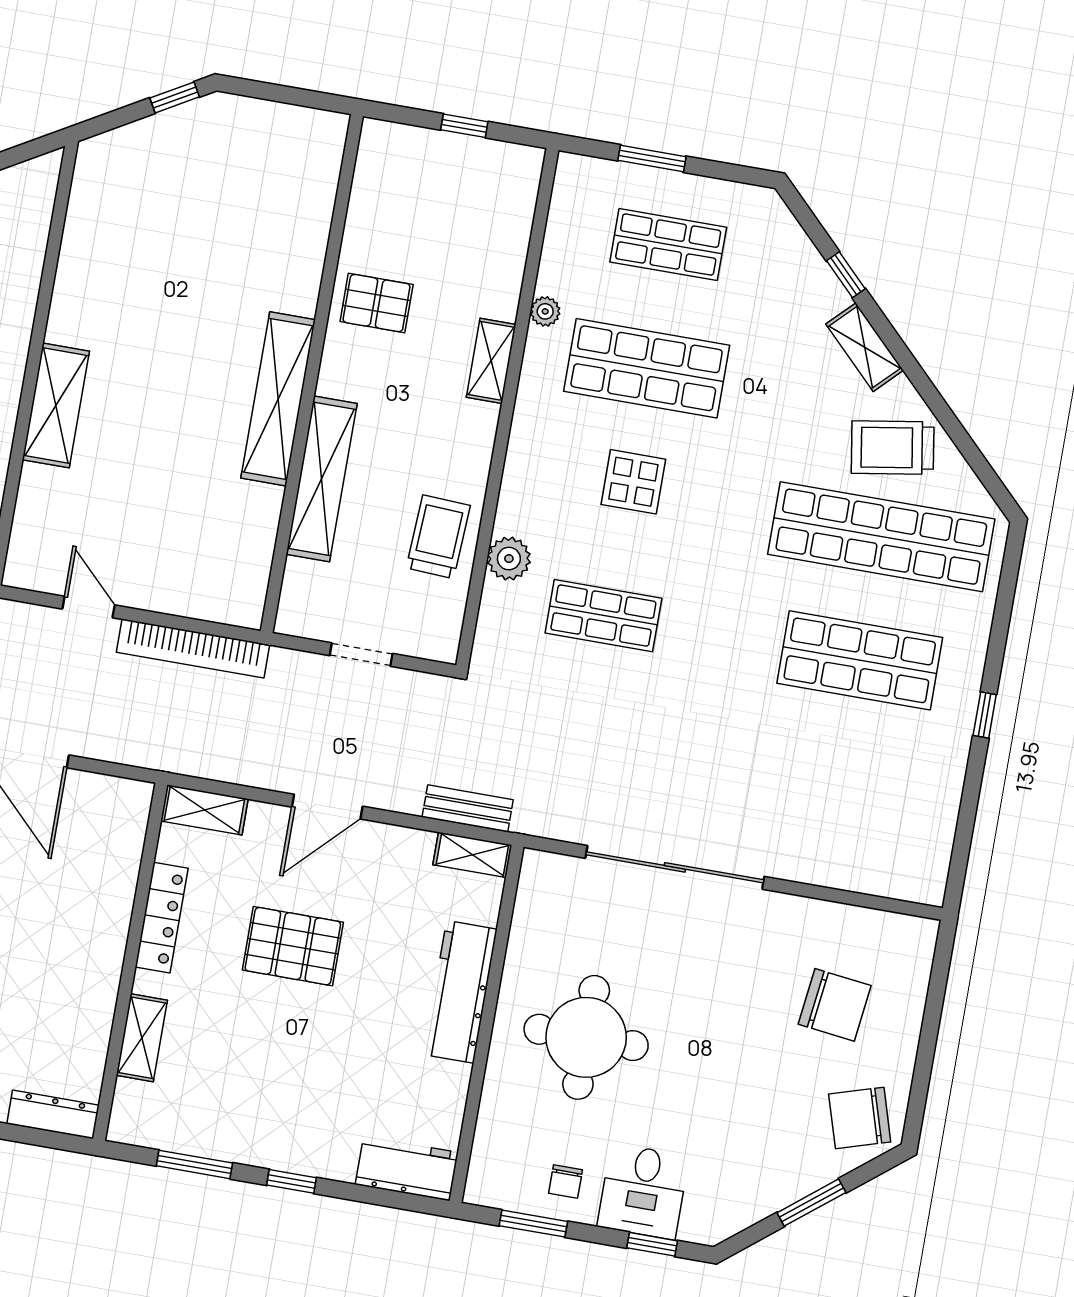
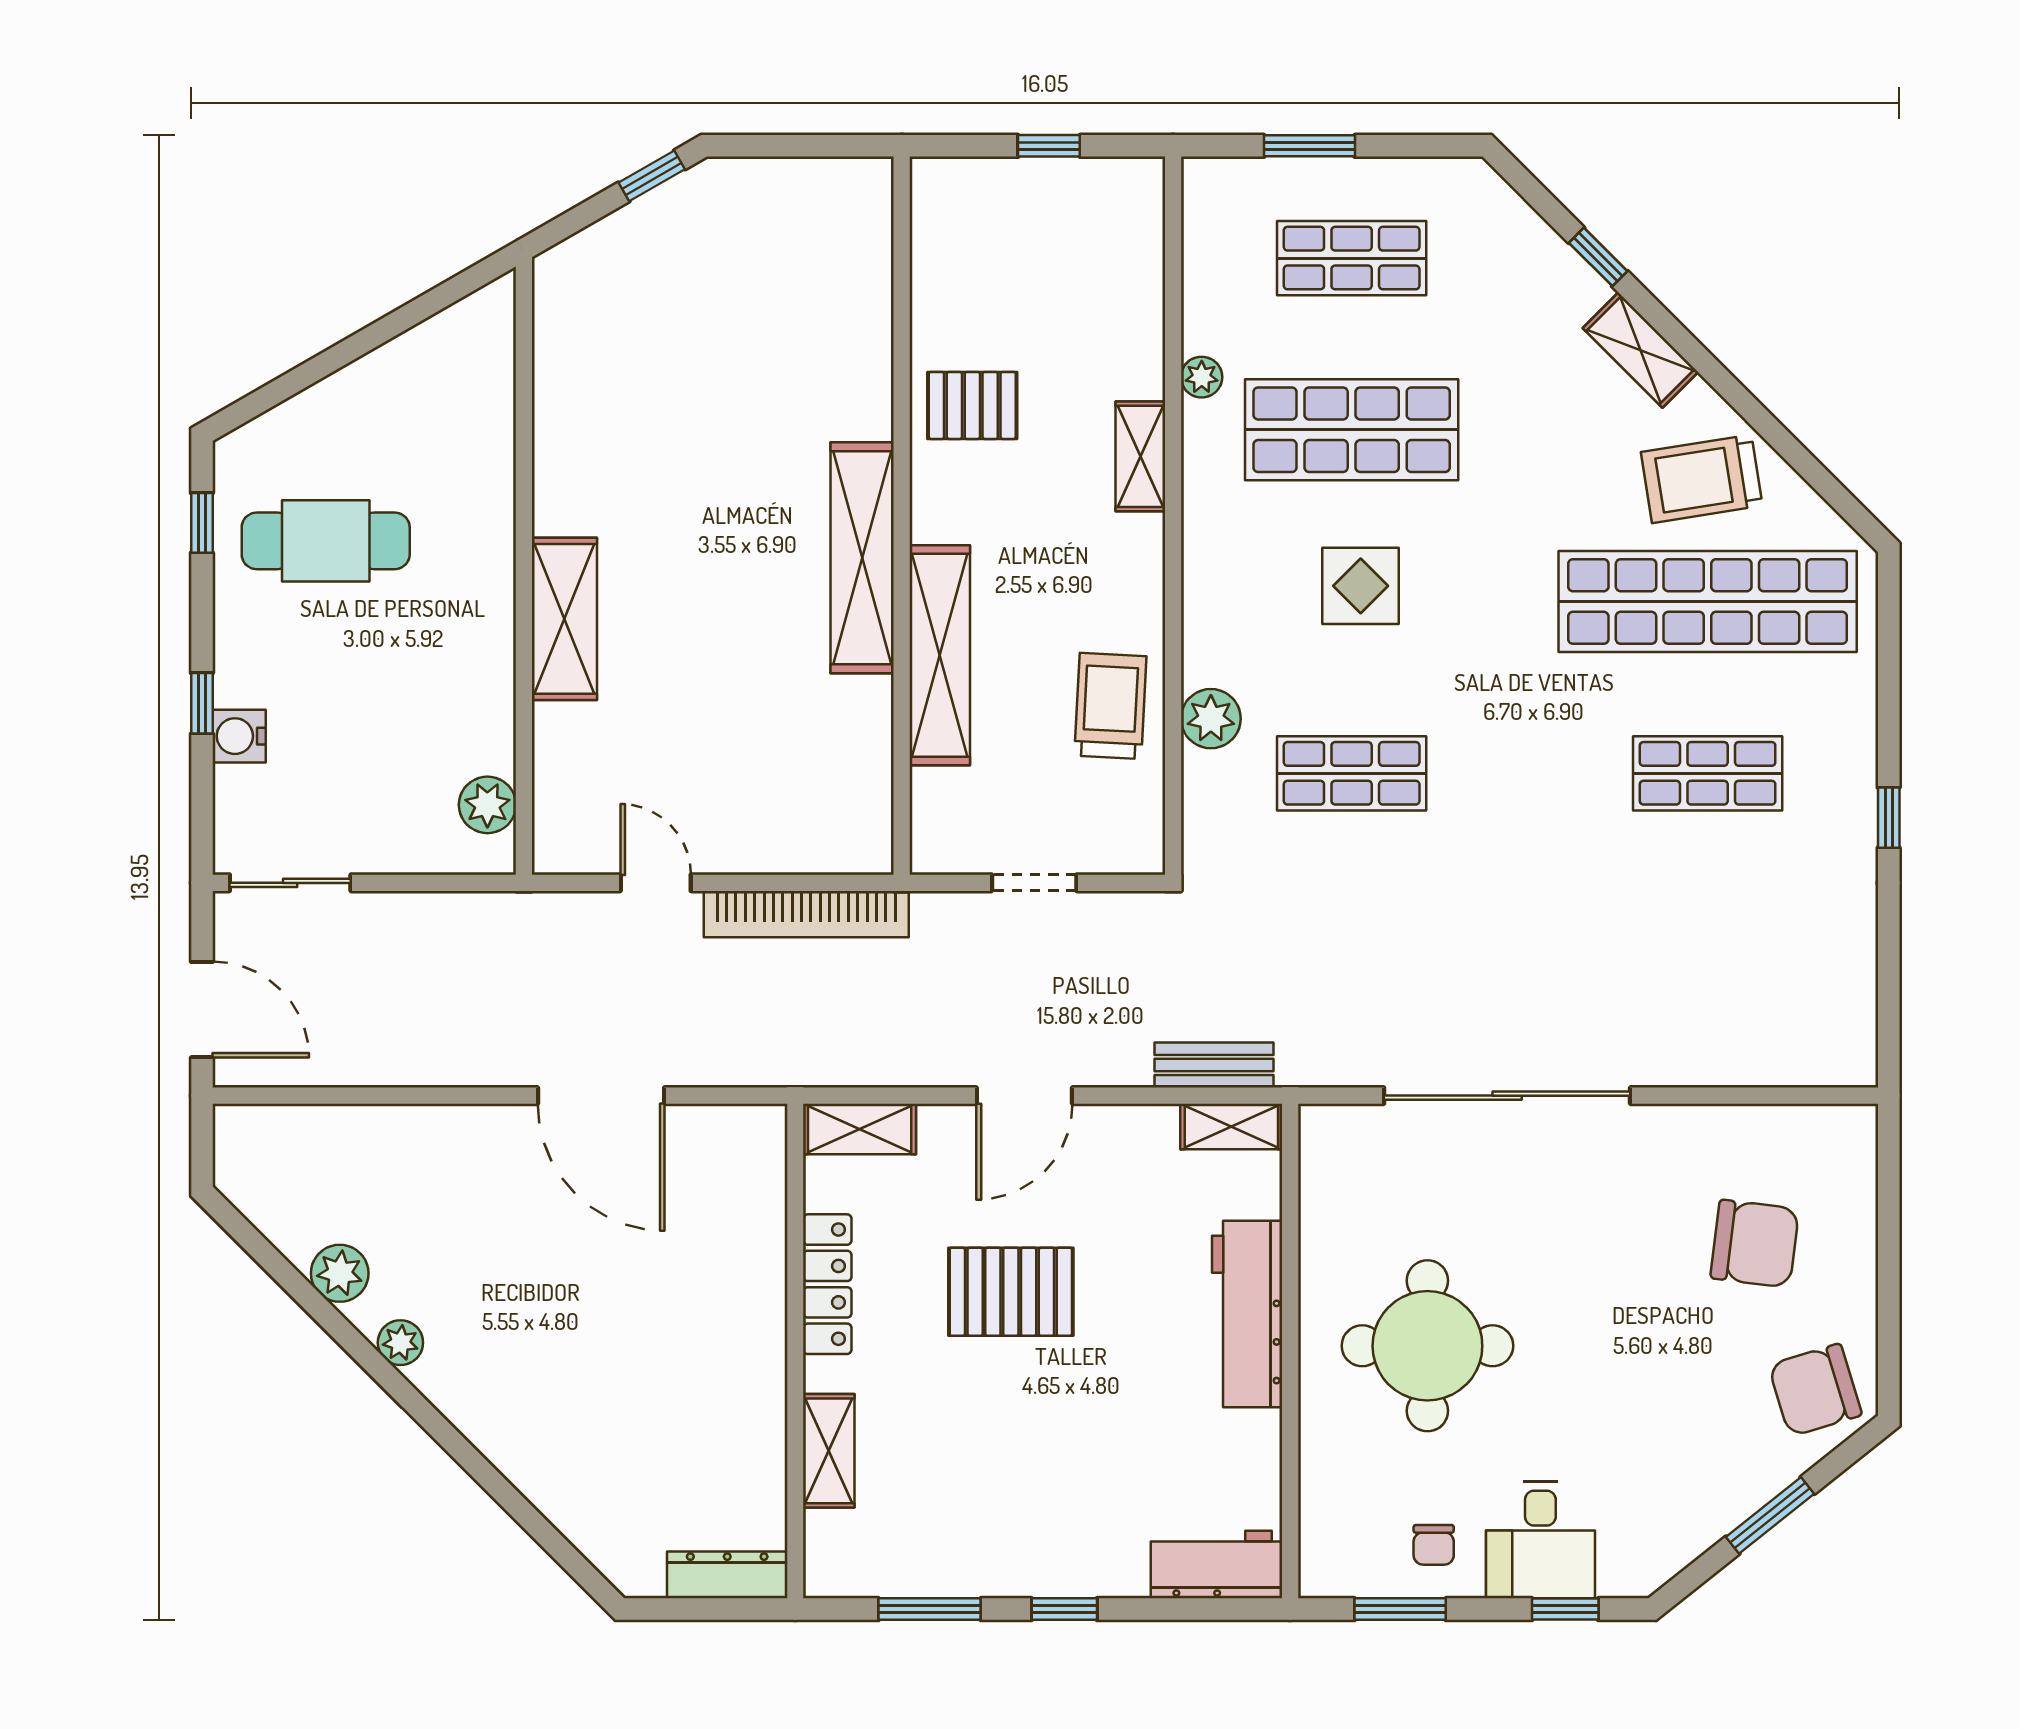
shop shelf: (860, 660) -> (1708, 773), width x0.70, depth x0.74

